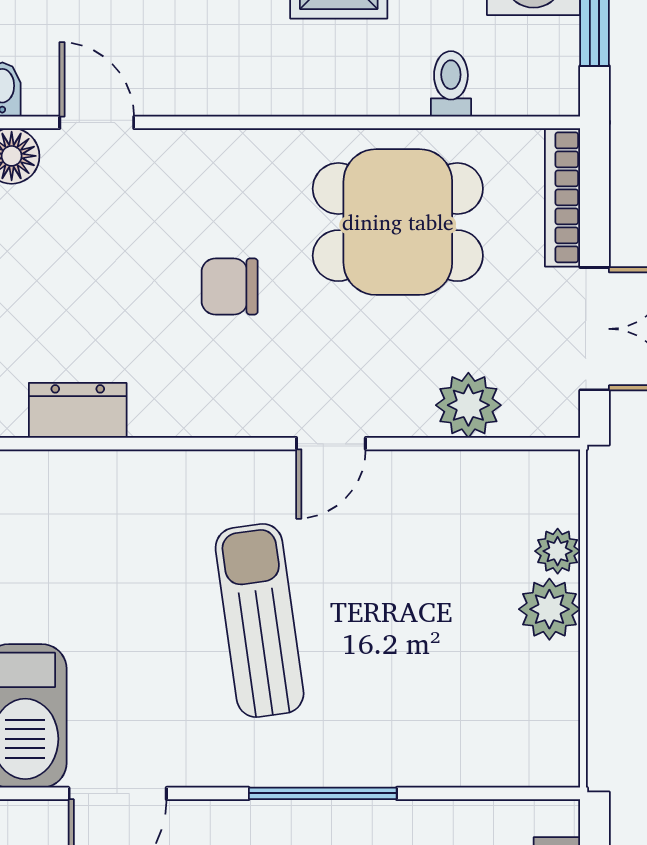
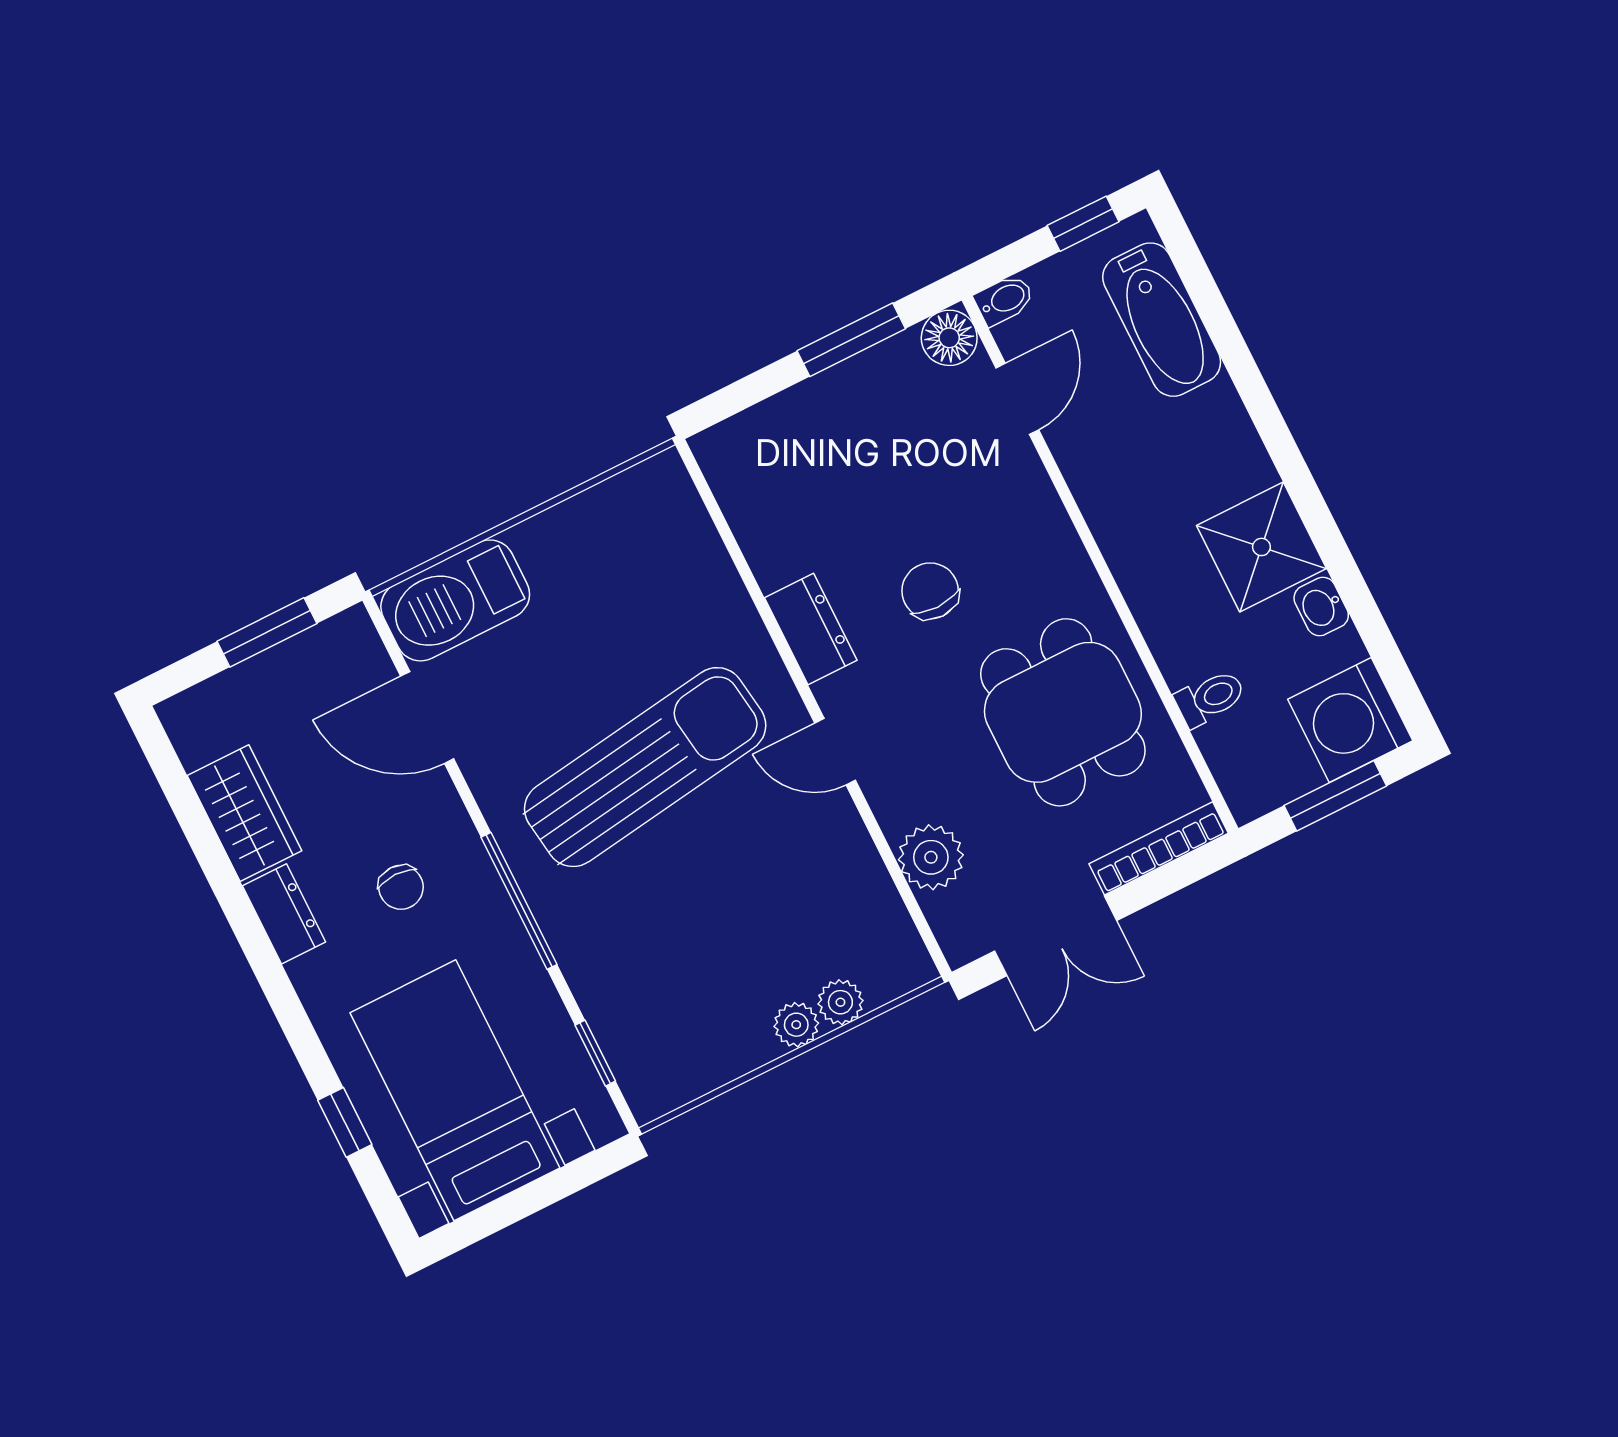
dresser: (78, 410) -> (811, 629), moved
plant: (549, 609) -> (796, 1025), width x0.73, depth x0.73
sun lounger: (260, 621) -> (645, 767), width x1.36, depth x1.34
window: (493, 793) -> (595, 1053), added

